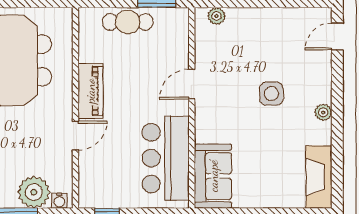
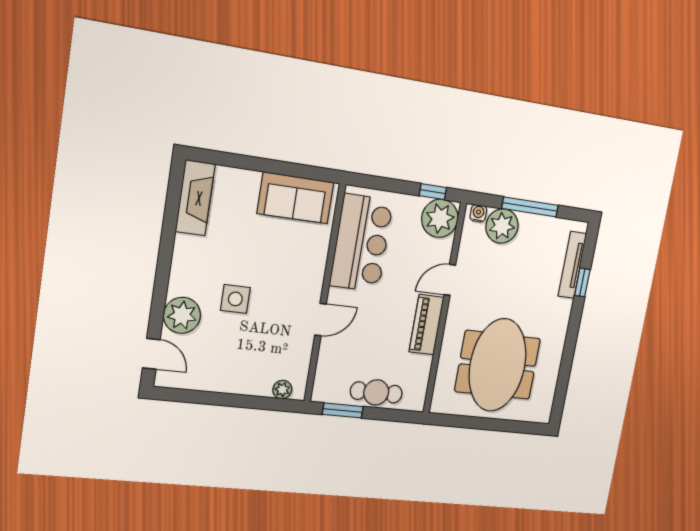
door: (337, 37) -> (151, 354), hinge flipped
plant: (323, 112) -> (182, 315), moved, width x1.87, depth x1.87
sofa: (213, 176) -> (296, 198), moved, turned -90
plant: (96, 191) -> (440, 218), added

